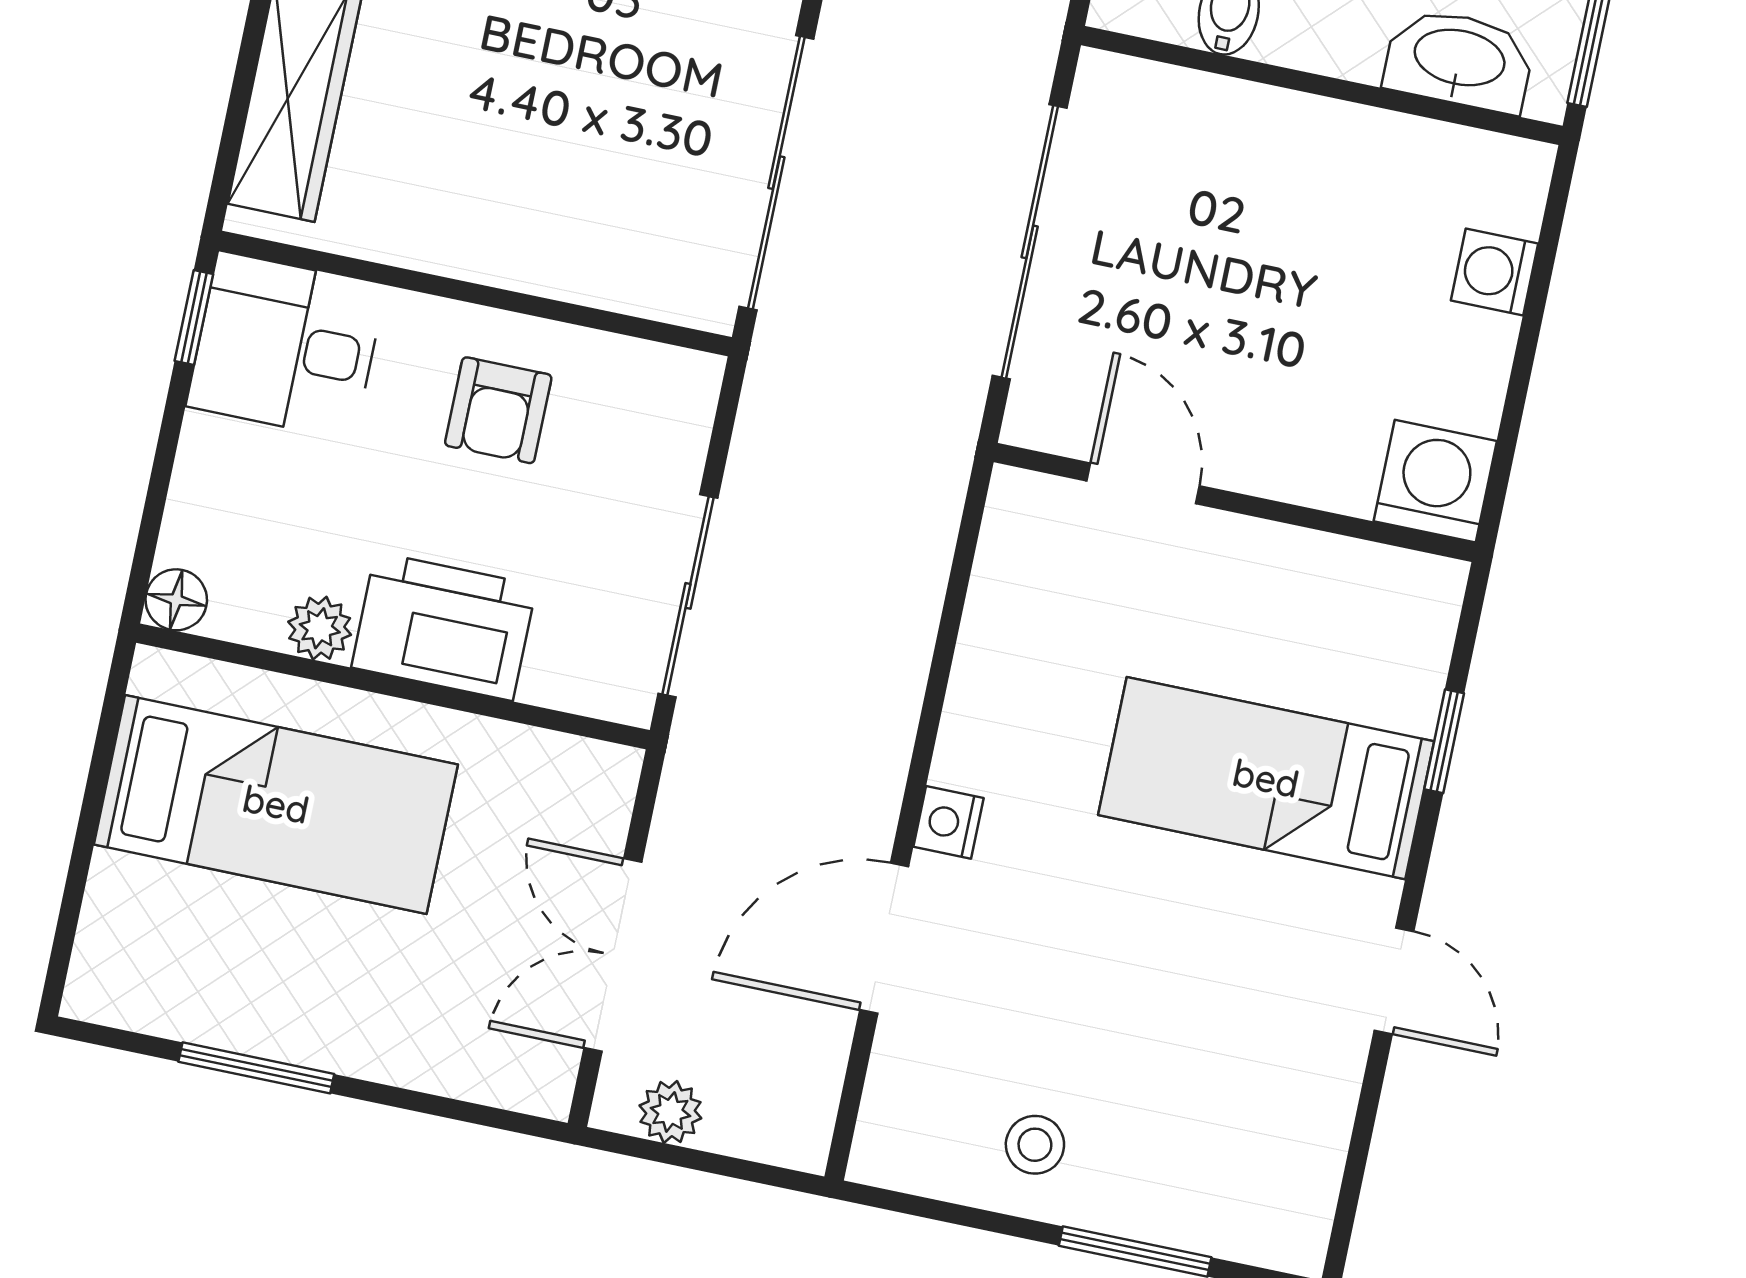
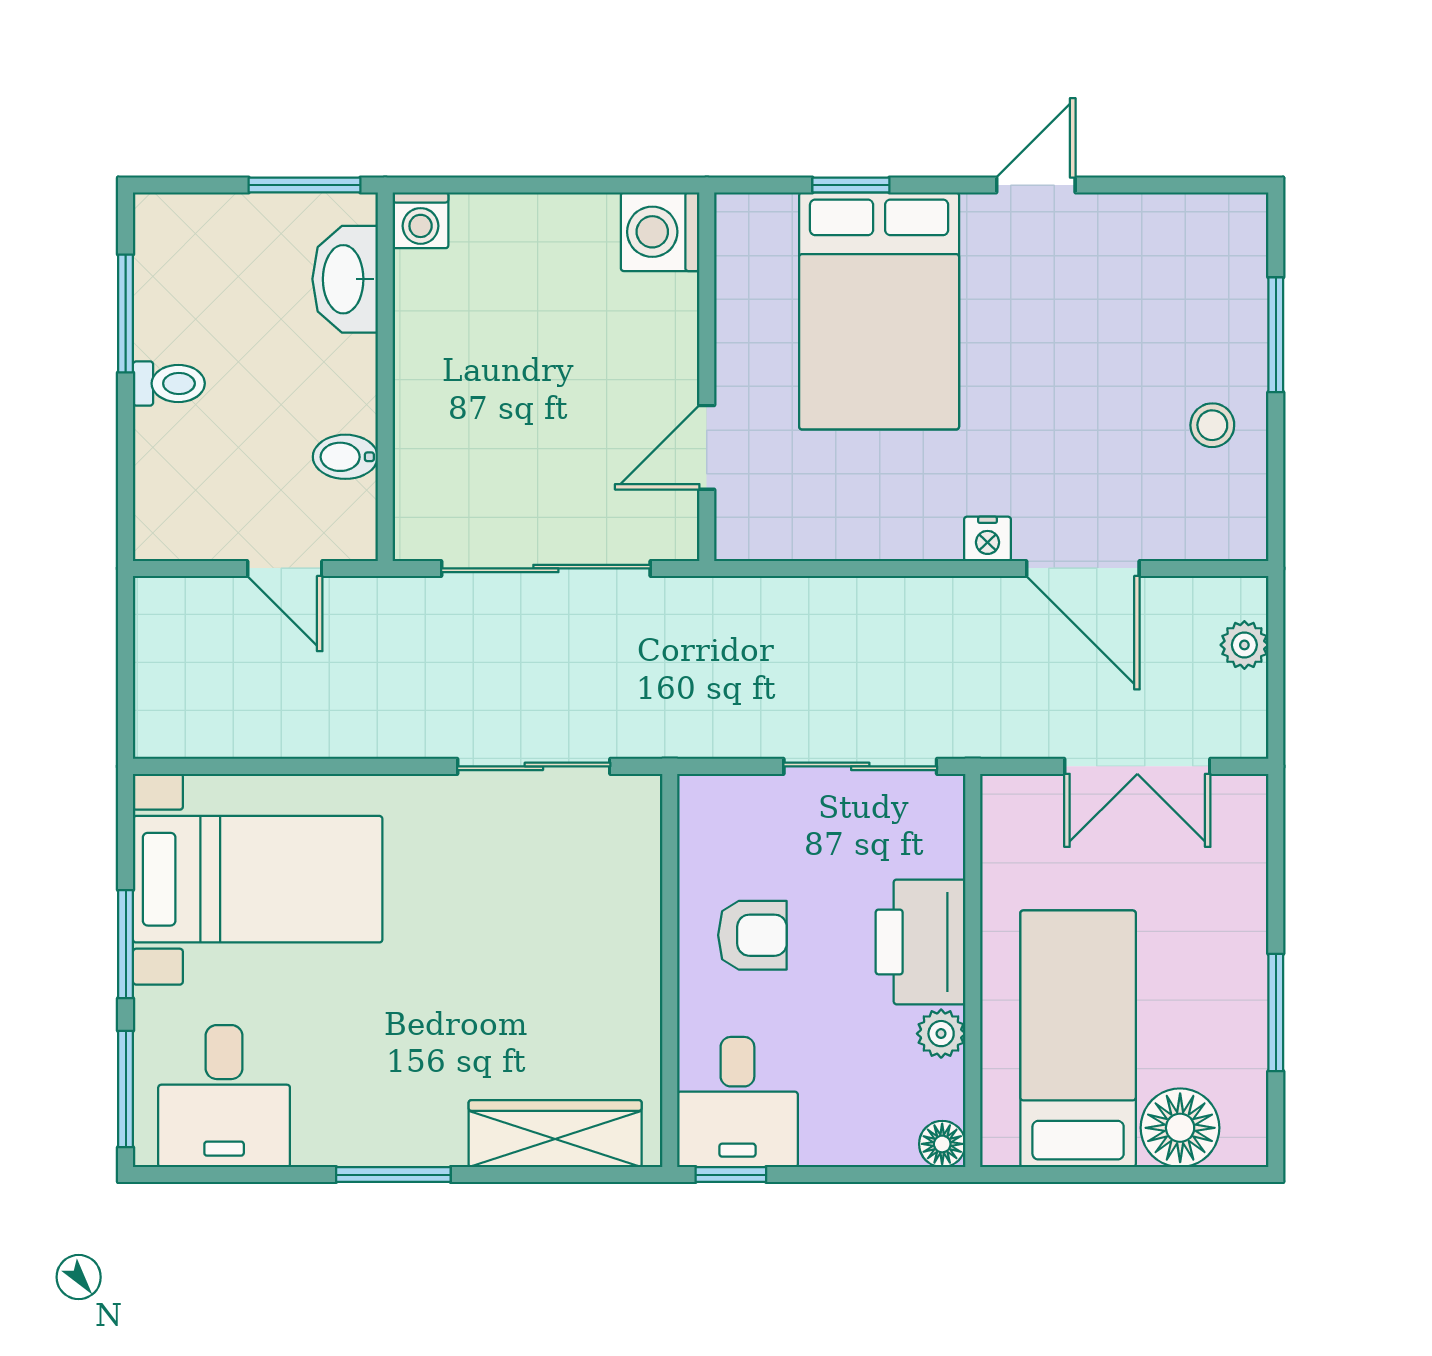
sliding door: (776, 173) -> (534, 766), width x0.73
washing machine: (1494, 272) -> (421, 220), moved
bed: (1266, 778) -> (879, 311), width x1.50
floor lamp: (133, 913) -> (1180, 1128), added
plant: (670, 1112) -> (1244, 645), moved

